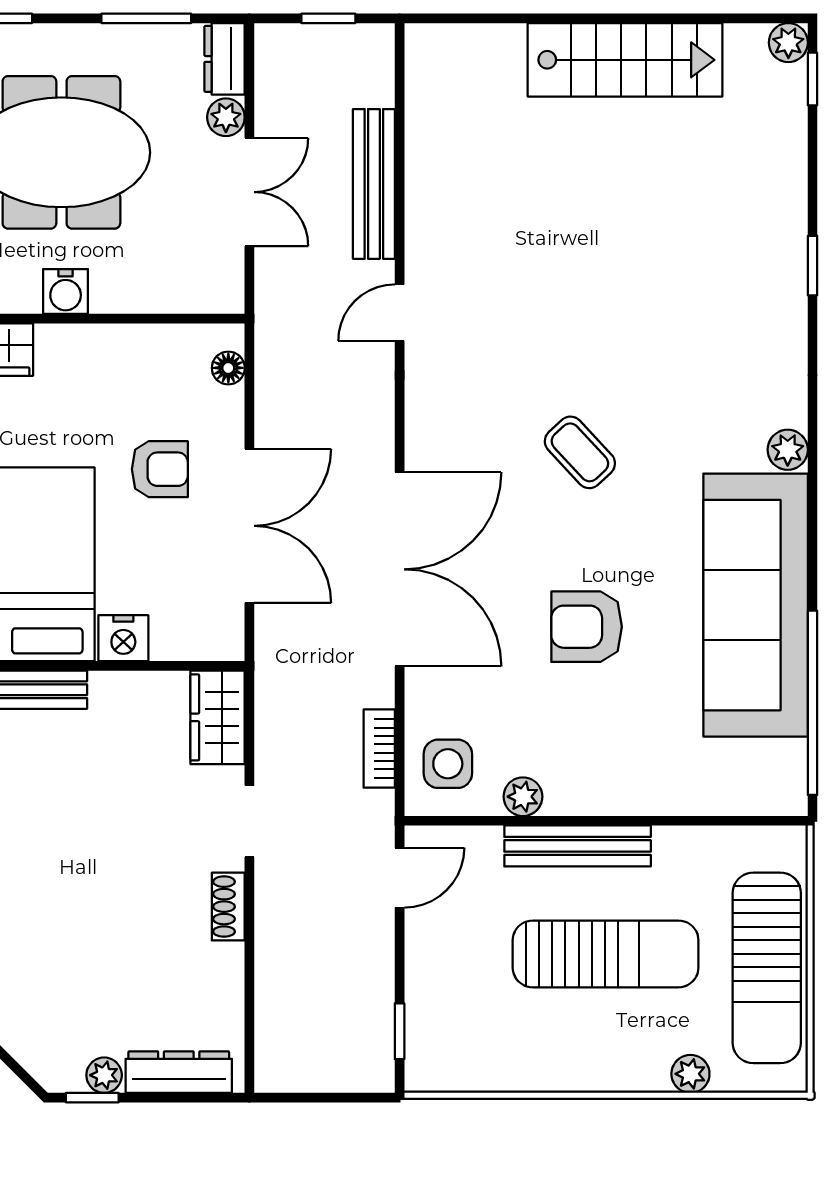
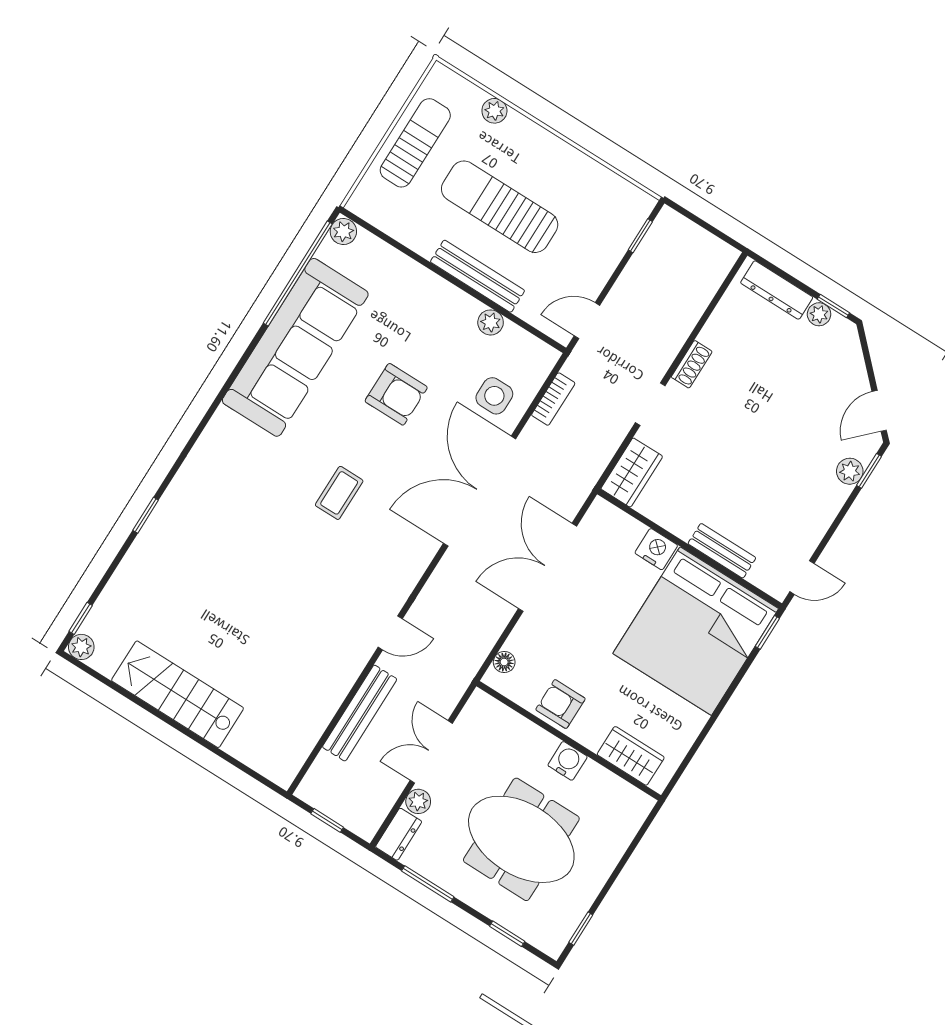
plant: (788, 450) -> (343, 231), moved
coffee table: (580, 452) -> (339, 493), turned 43
armchair: (160, 469) -> (560, 704), moved
side table: (448, 764) -> (494, 396), moved
sun lounger: (767, 968) -> (415, 143), width x0.73, depth x0.75

